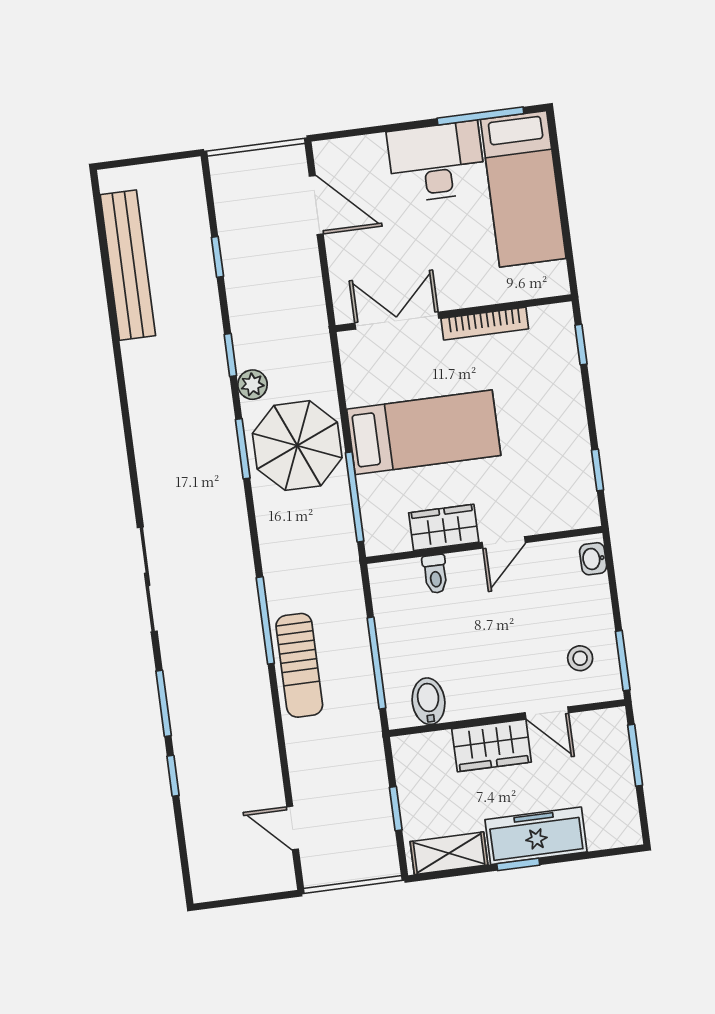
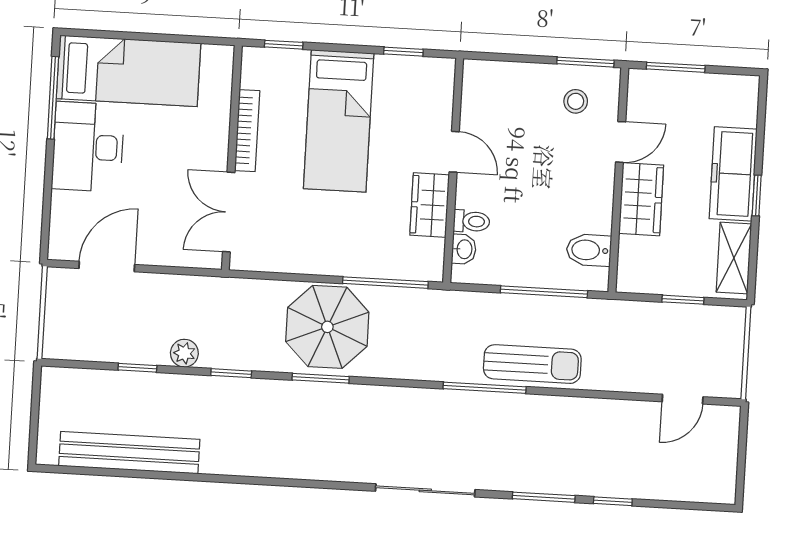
plant: (253, 385) -> (184, 353), moved
bed: (424, 432) -> (339, 121), moved, turned 180
washbasin: (593, 559) -> (464, 249), moved, turned -90

